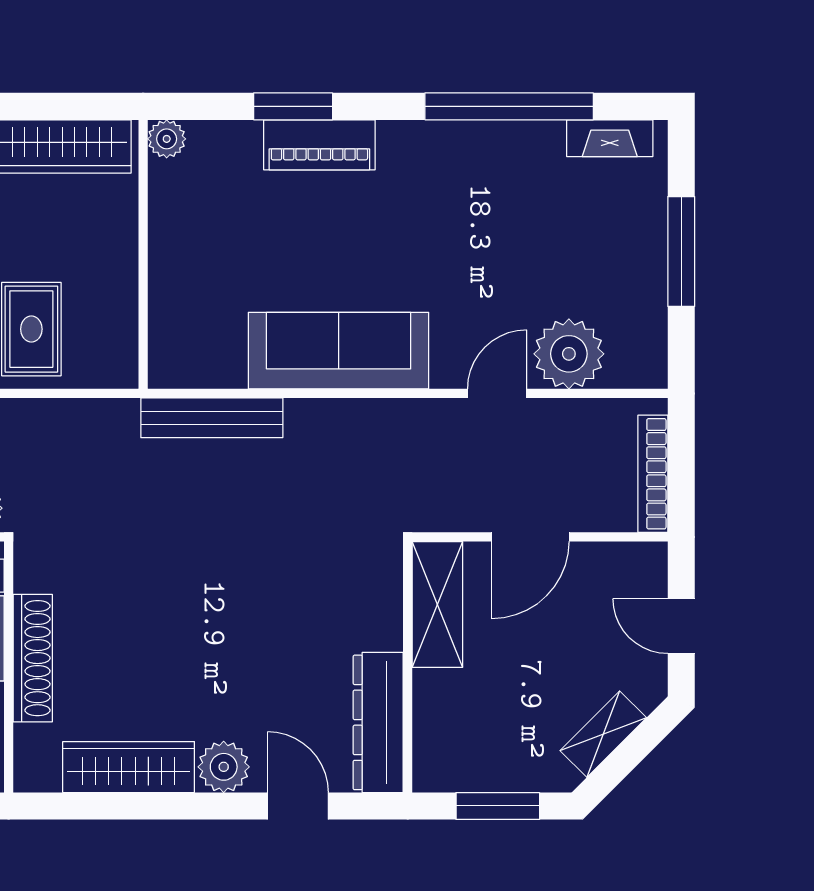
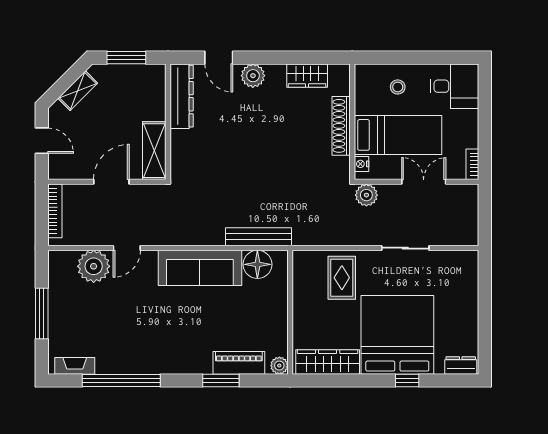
piano: (319, 145) -> (239, 363), moved
floor lamp: (214, 358) -> (257, 264), added
wardrobe: (129, 767) -> (307, 76), width x0.67

